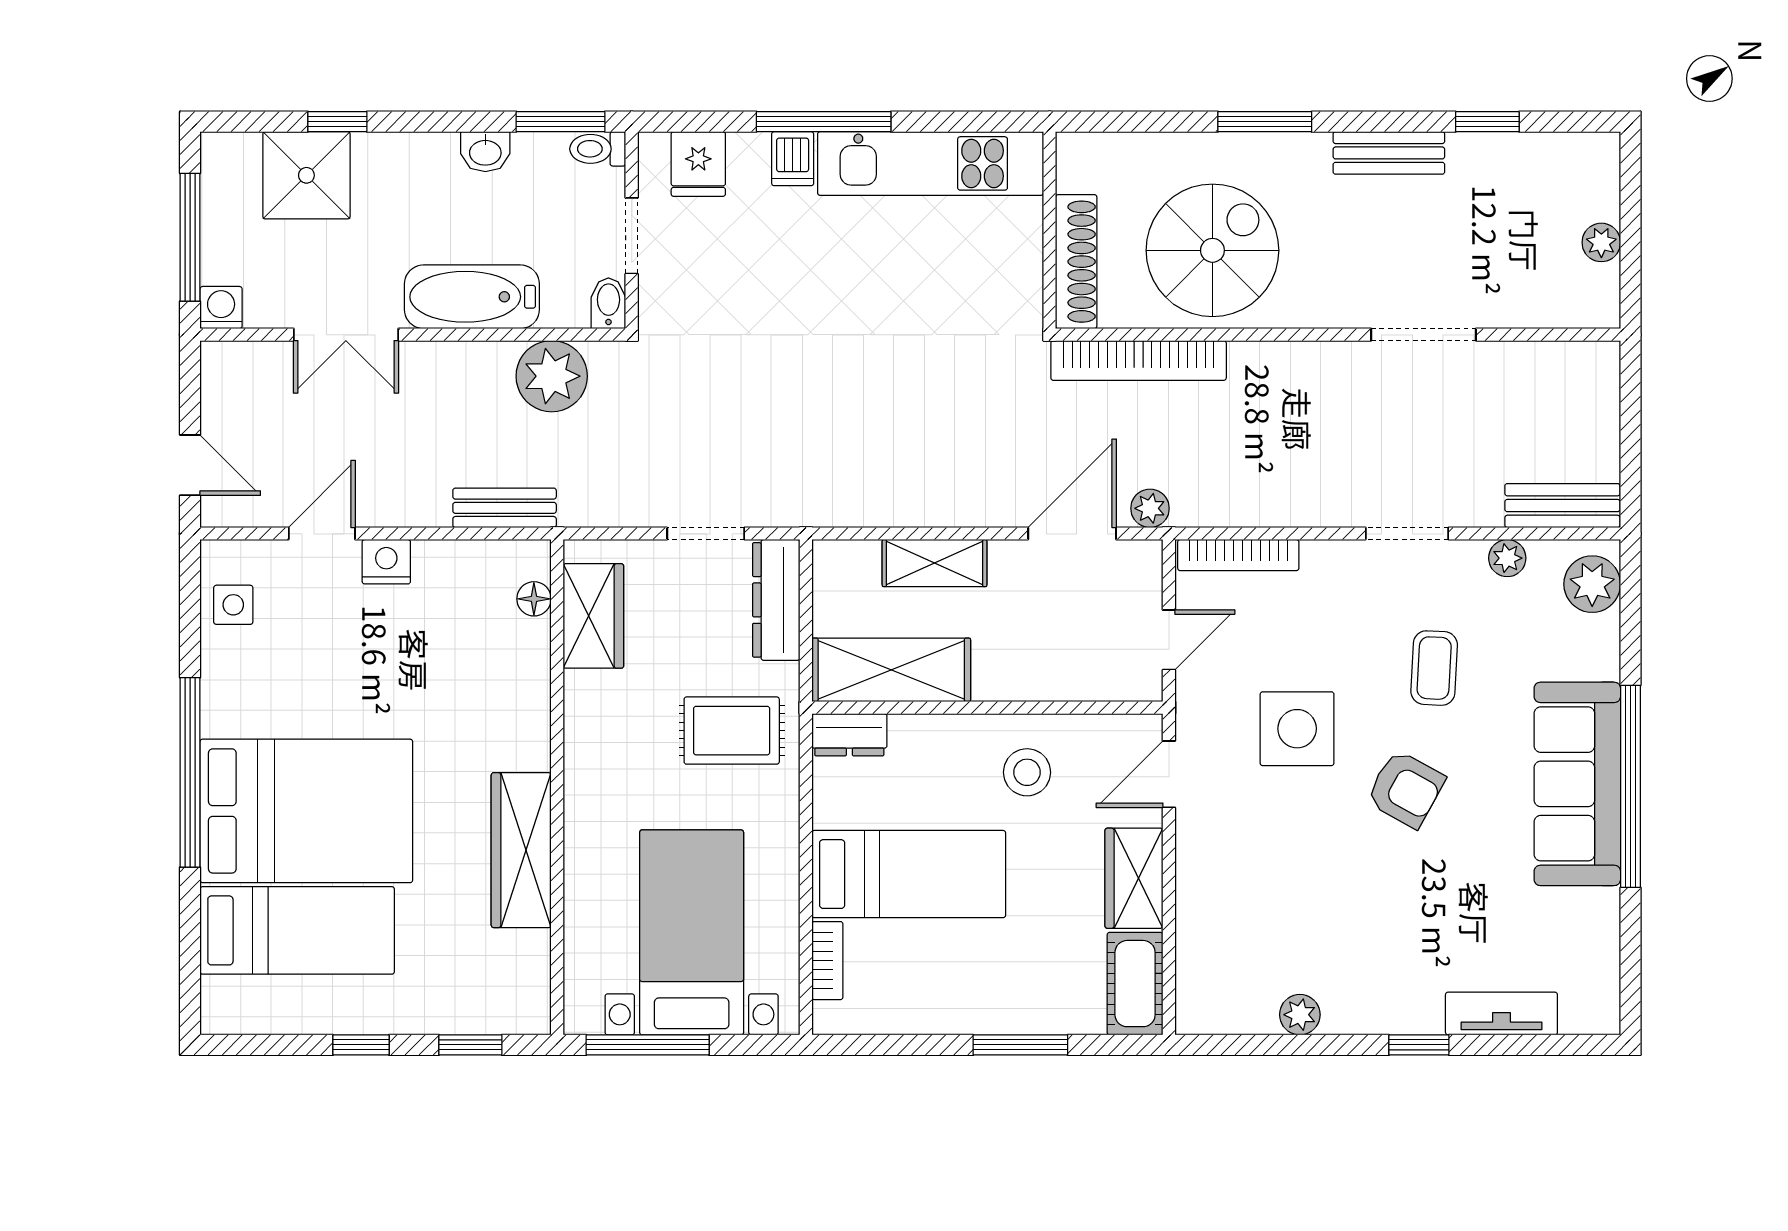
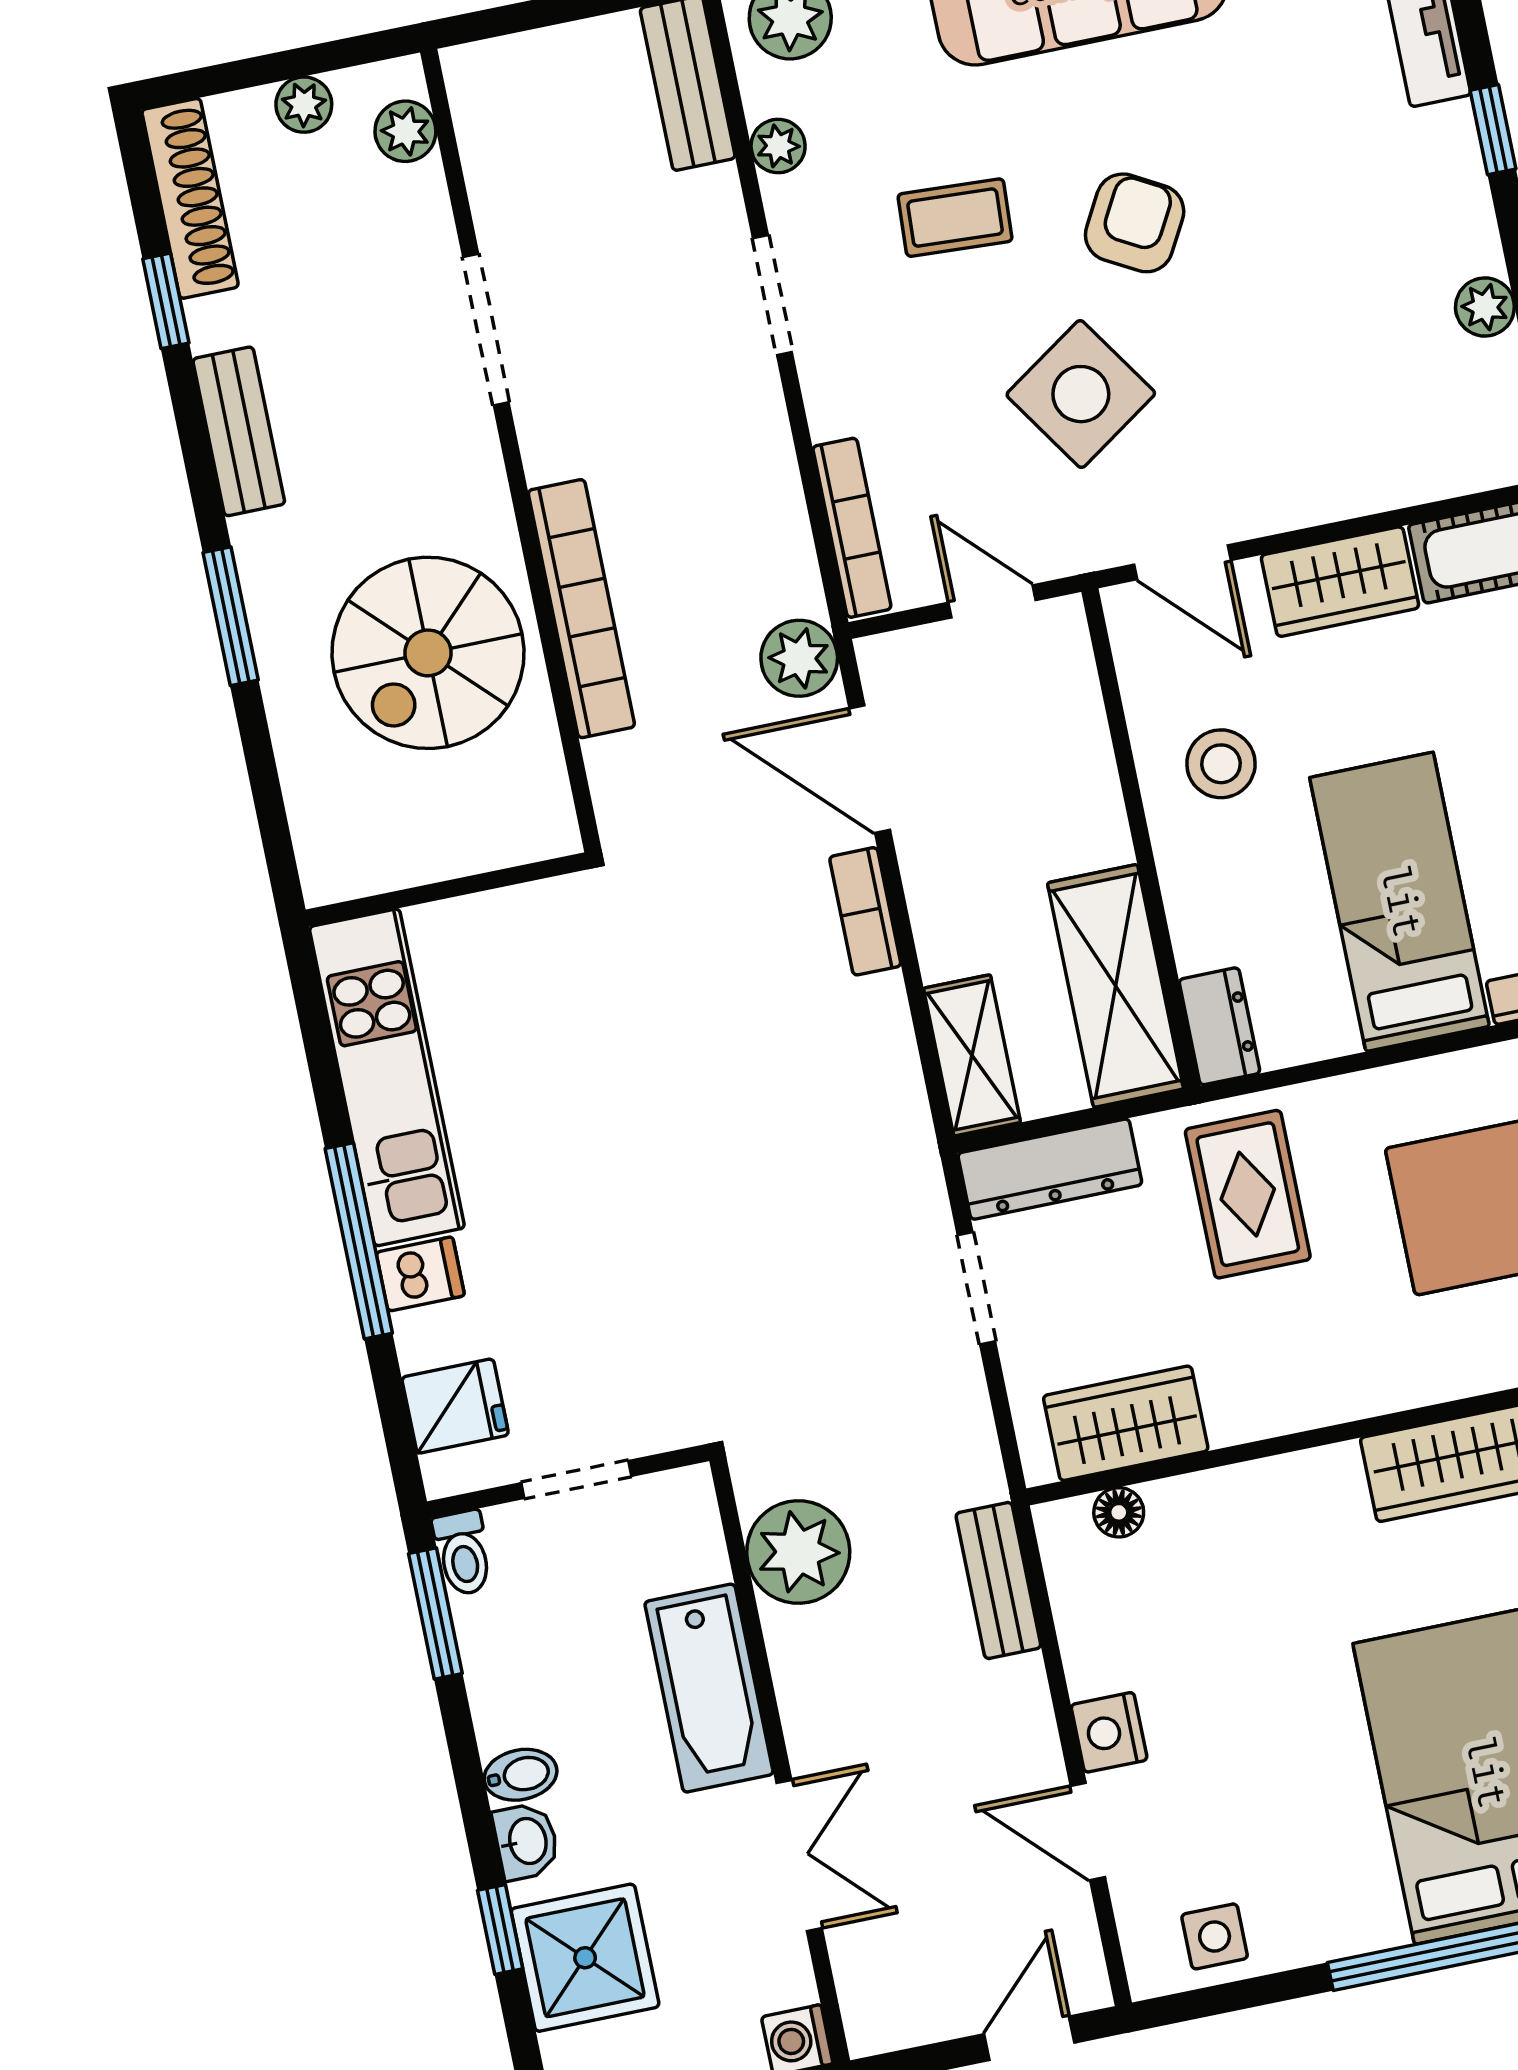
washbasin: (485, 152) -> (526, 1841), moved
spiral stairs: (1212, 250) -> (428, 653), turned -90
shoe rack: (1076, 262) -> (190, 198), moved, turned 90
bidet: (608, 303) -> (521, 1775), moved, turned 180
plant: (1569, 308) -> (405, 131), added
bookcase: (1139, 360) -> (581, 609), moved
plant: (1150, 508) -> (799, 658), width x1.38, depth x1.38
bookcase: (977, 511) -> (865, 911), added
shelving: (935, 563) -> (972, 1055), moved
side table: (1297, 729) -> (1081, 394), turned -34

